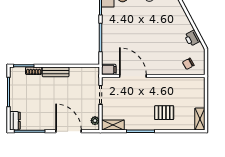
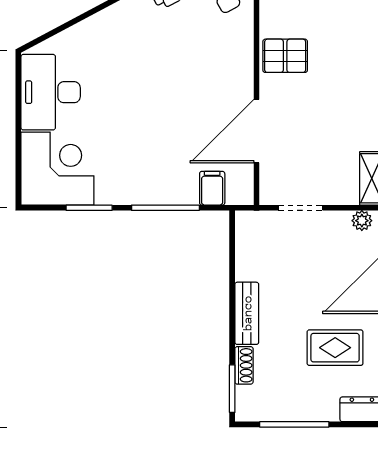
filing cabinet: (109, 70) -> (212, 188), moved
rug: (41, 109) -> (335, 348), added
pallet: (164, 113) -> (285, 56), moved, turned 90

